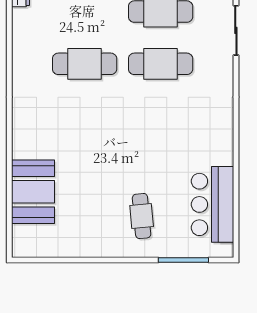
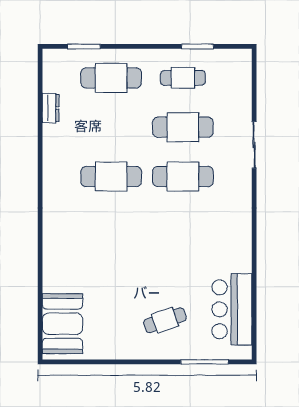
booth: (33, 192) -> (62, 324), moved
cafe table: (142, 216) -> (165, 320), turned 76

